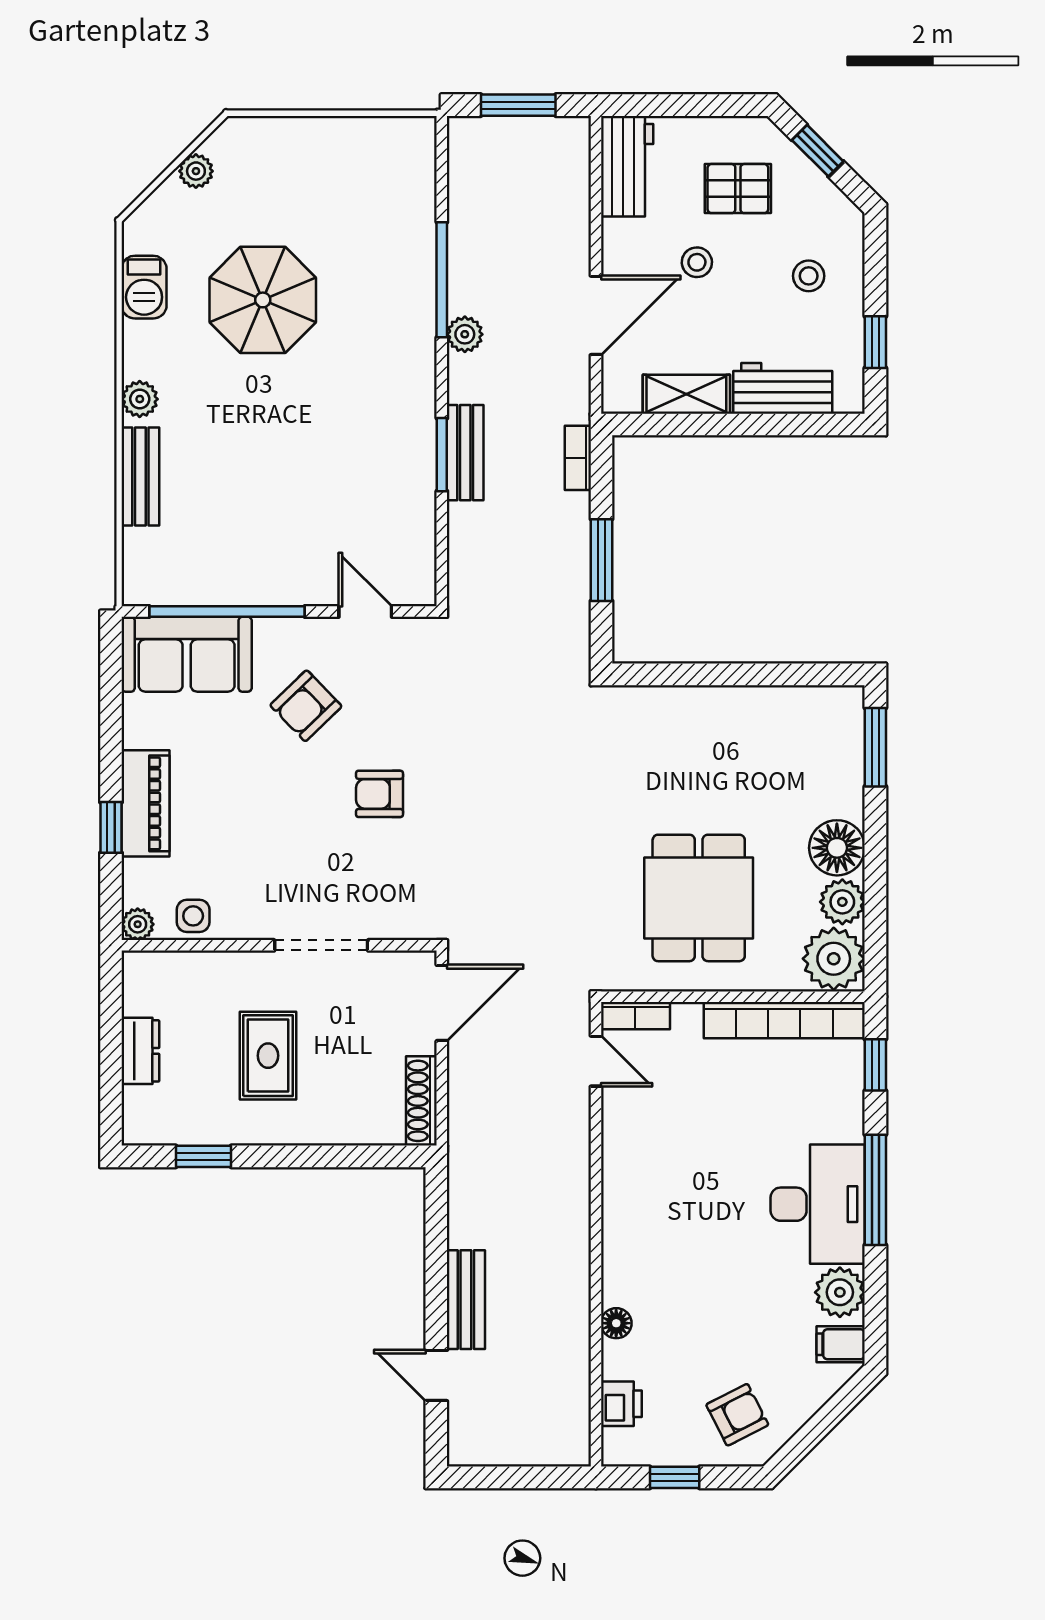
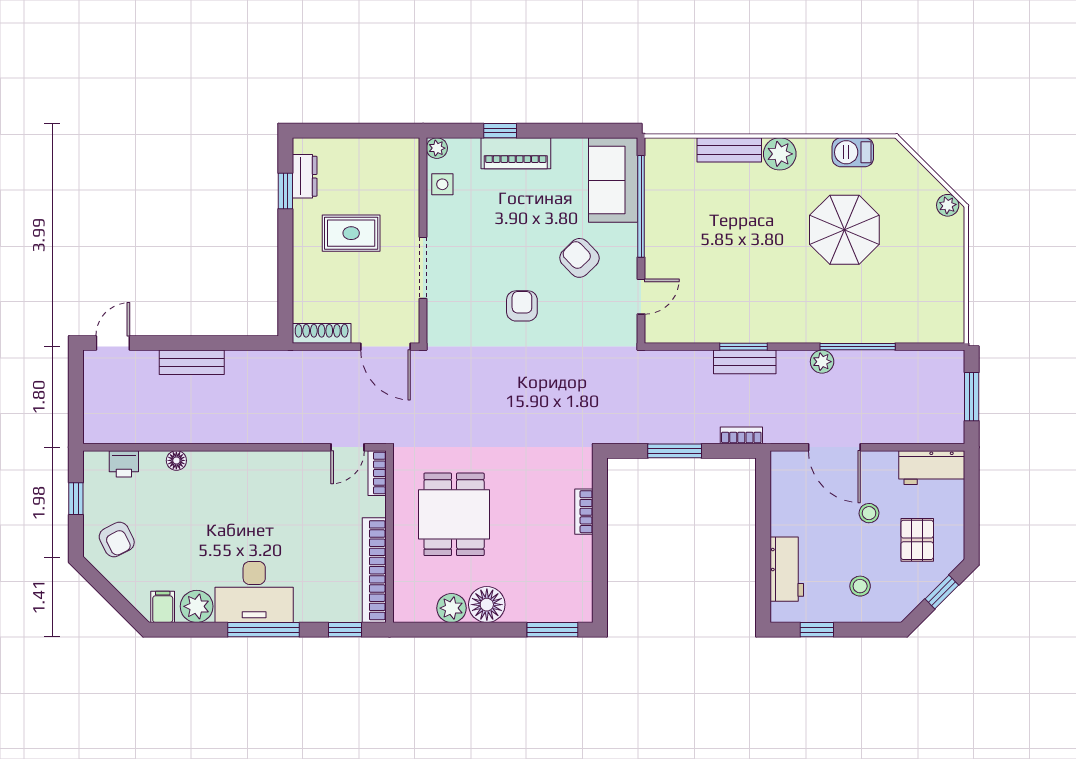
plant: (196, 171) -> (948, 205), moved
shelving: (686, 394) -> (783, 506), removed
plant: (140, 399) -> (780, 154), width x1.38, depth x1.38
bookcase: (695, 699) -> (584, 512), added
dining table: (699, 898) -> (454, 514), turned 90
plant: (834, 959) -> (414, 602), removed
dresser: (140, 1051) -> (305, 176), moved, turned -90
door: (436, 1375) -> (113, 343), moved

